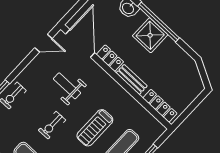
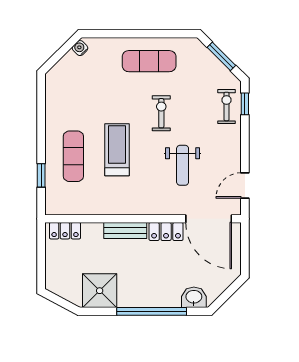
shower: (150, 35) -> (100, 291), moved
weight bench: (67, 86) -> (183, 165), turned 90
locker: (160, 106) -> (65, 231), width x0.66

